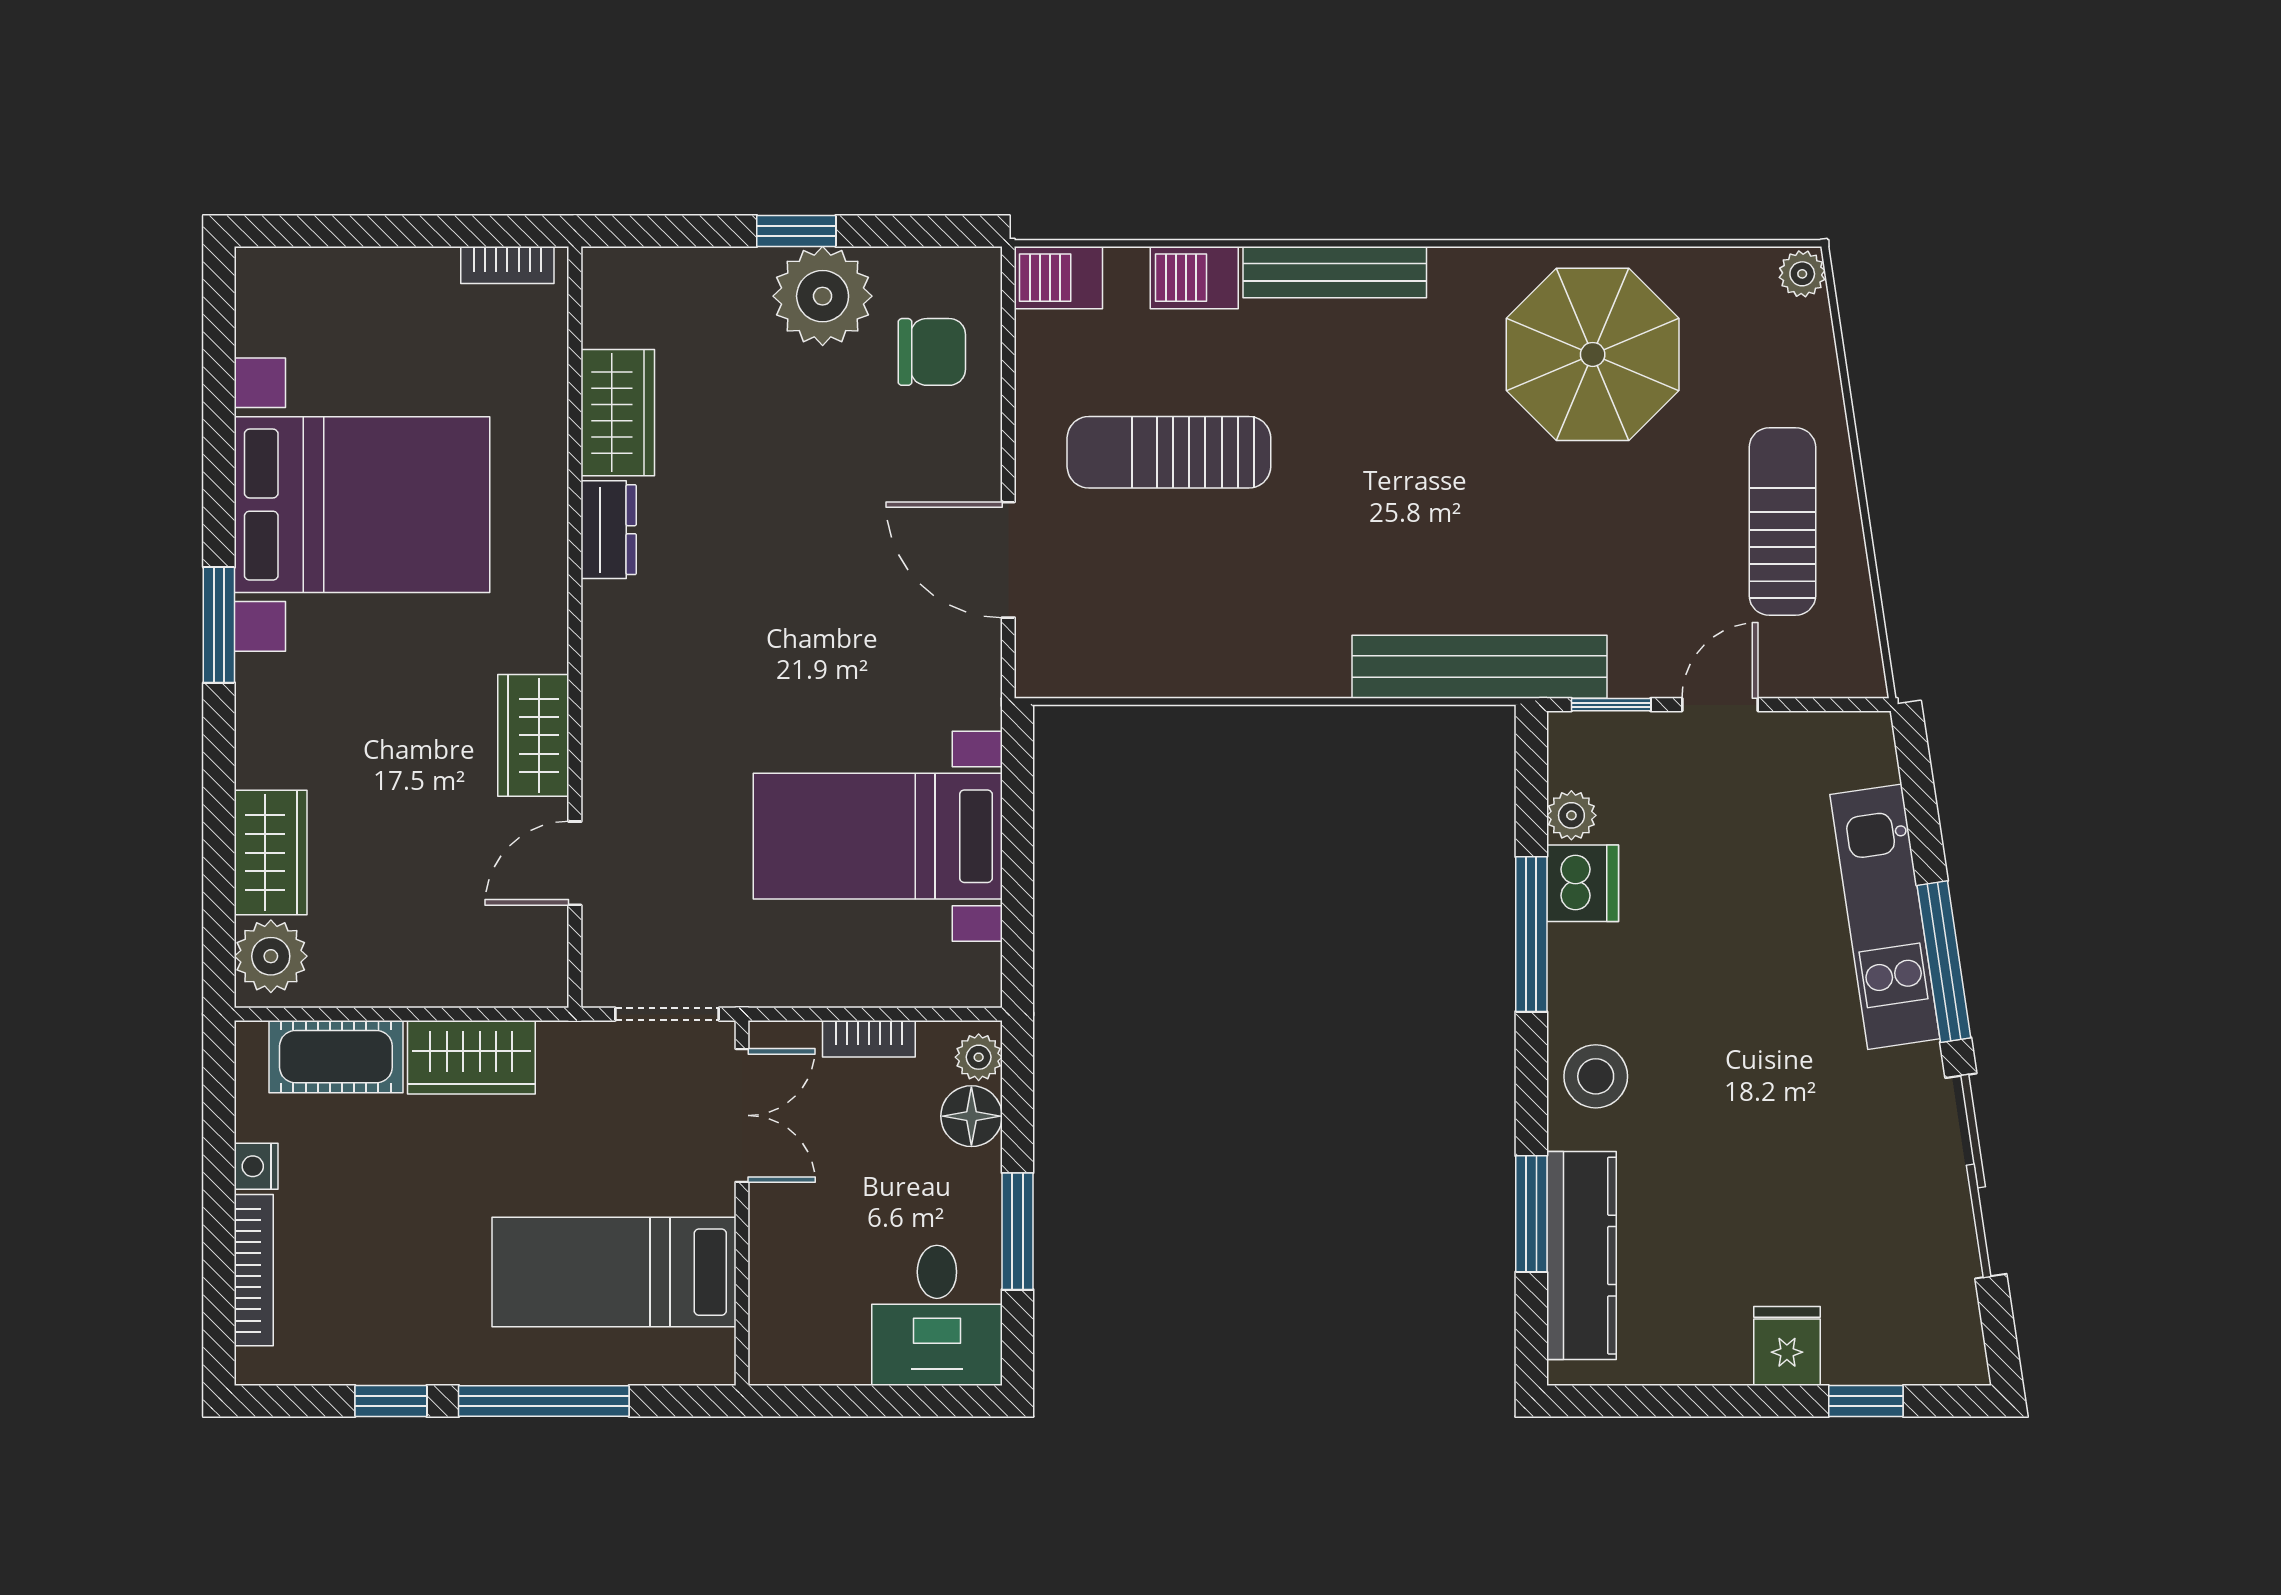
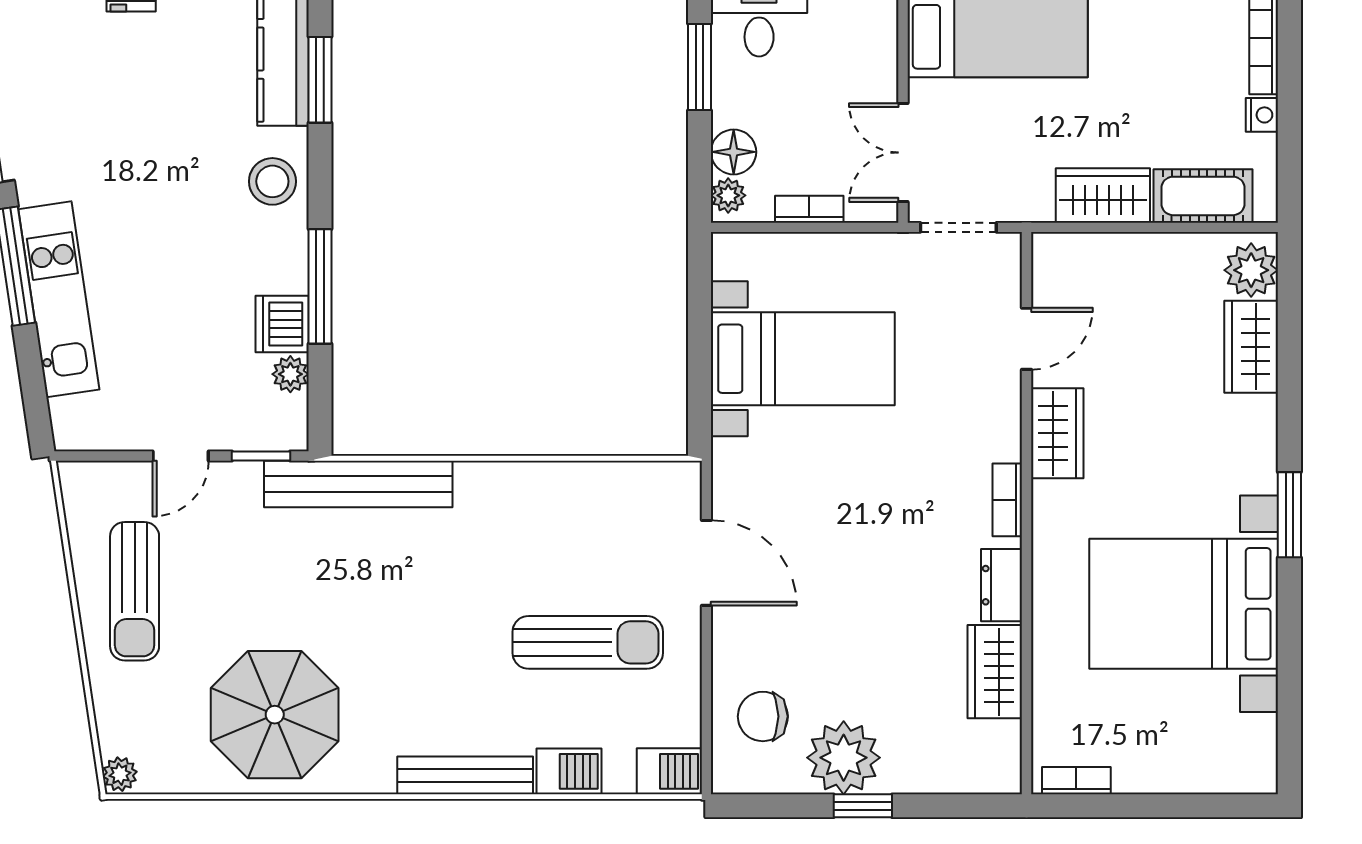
bookcase: (601, 645) -> (1007, 500), added

